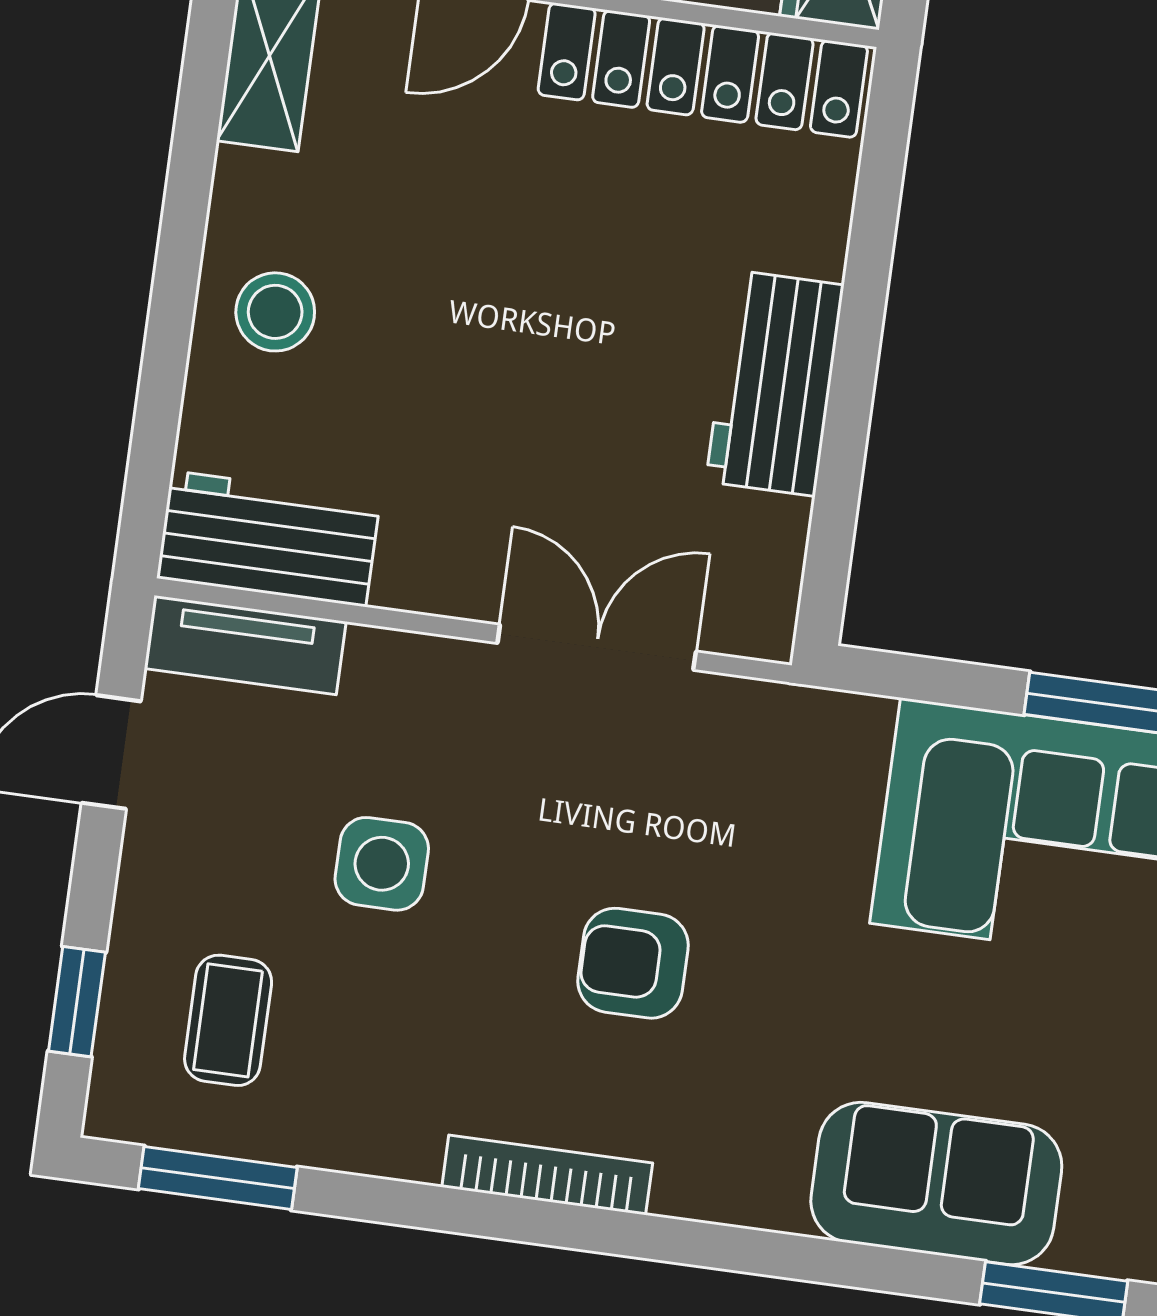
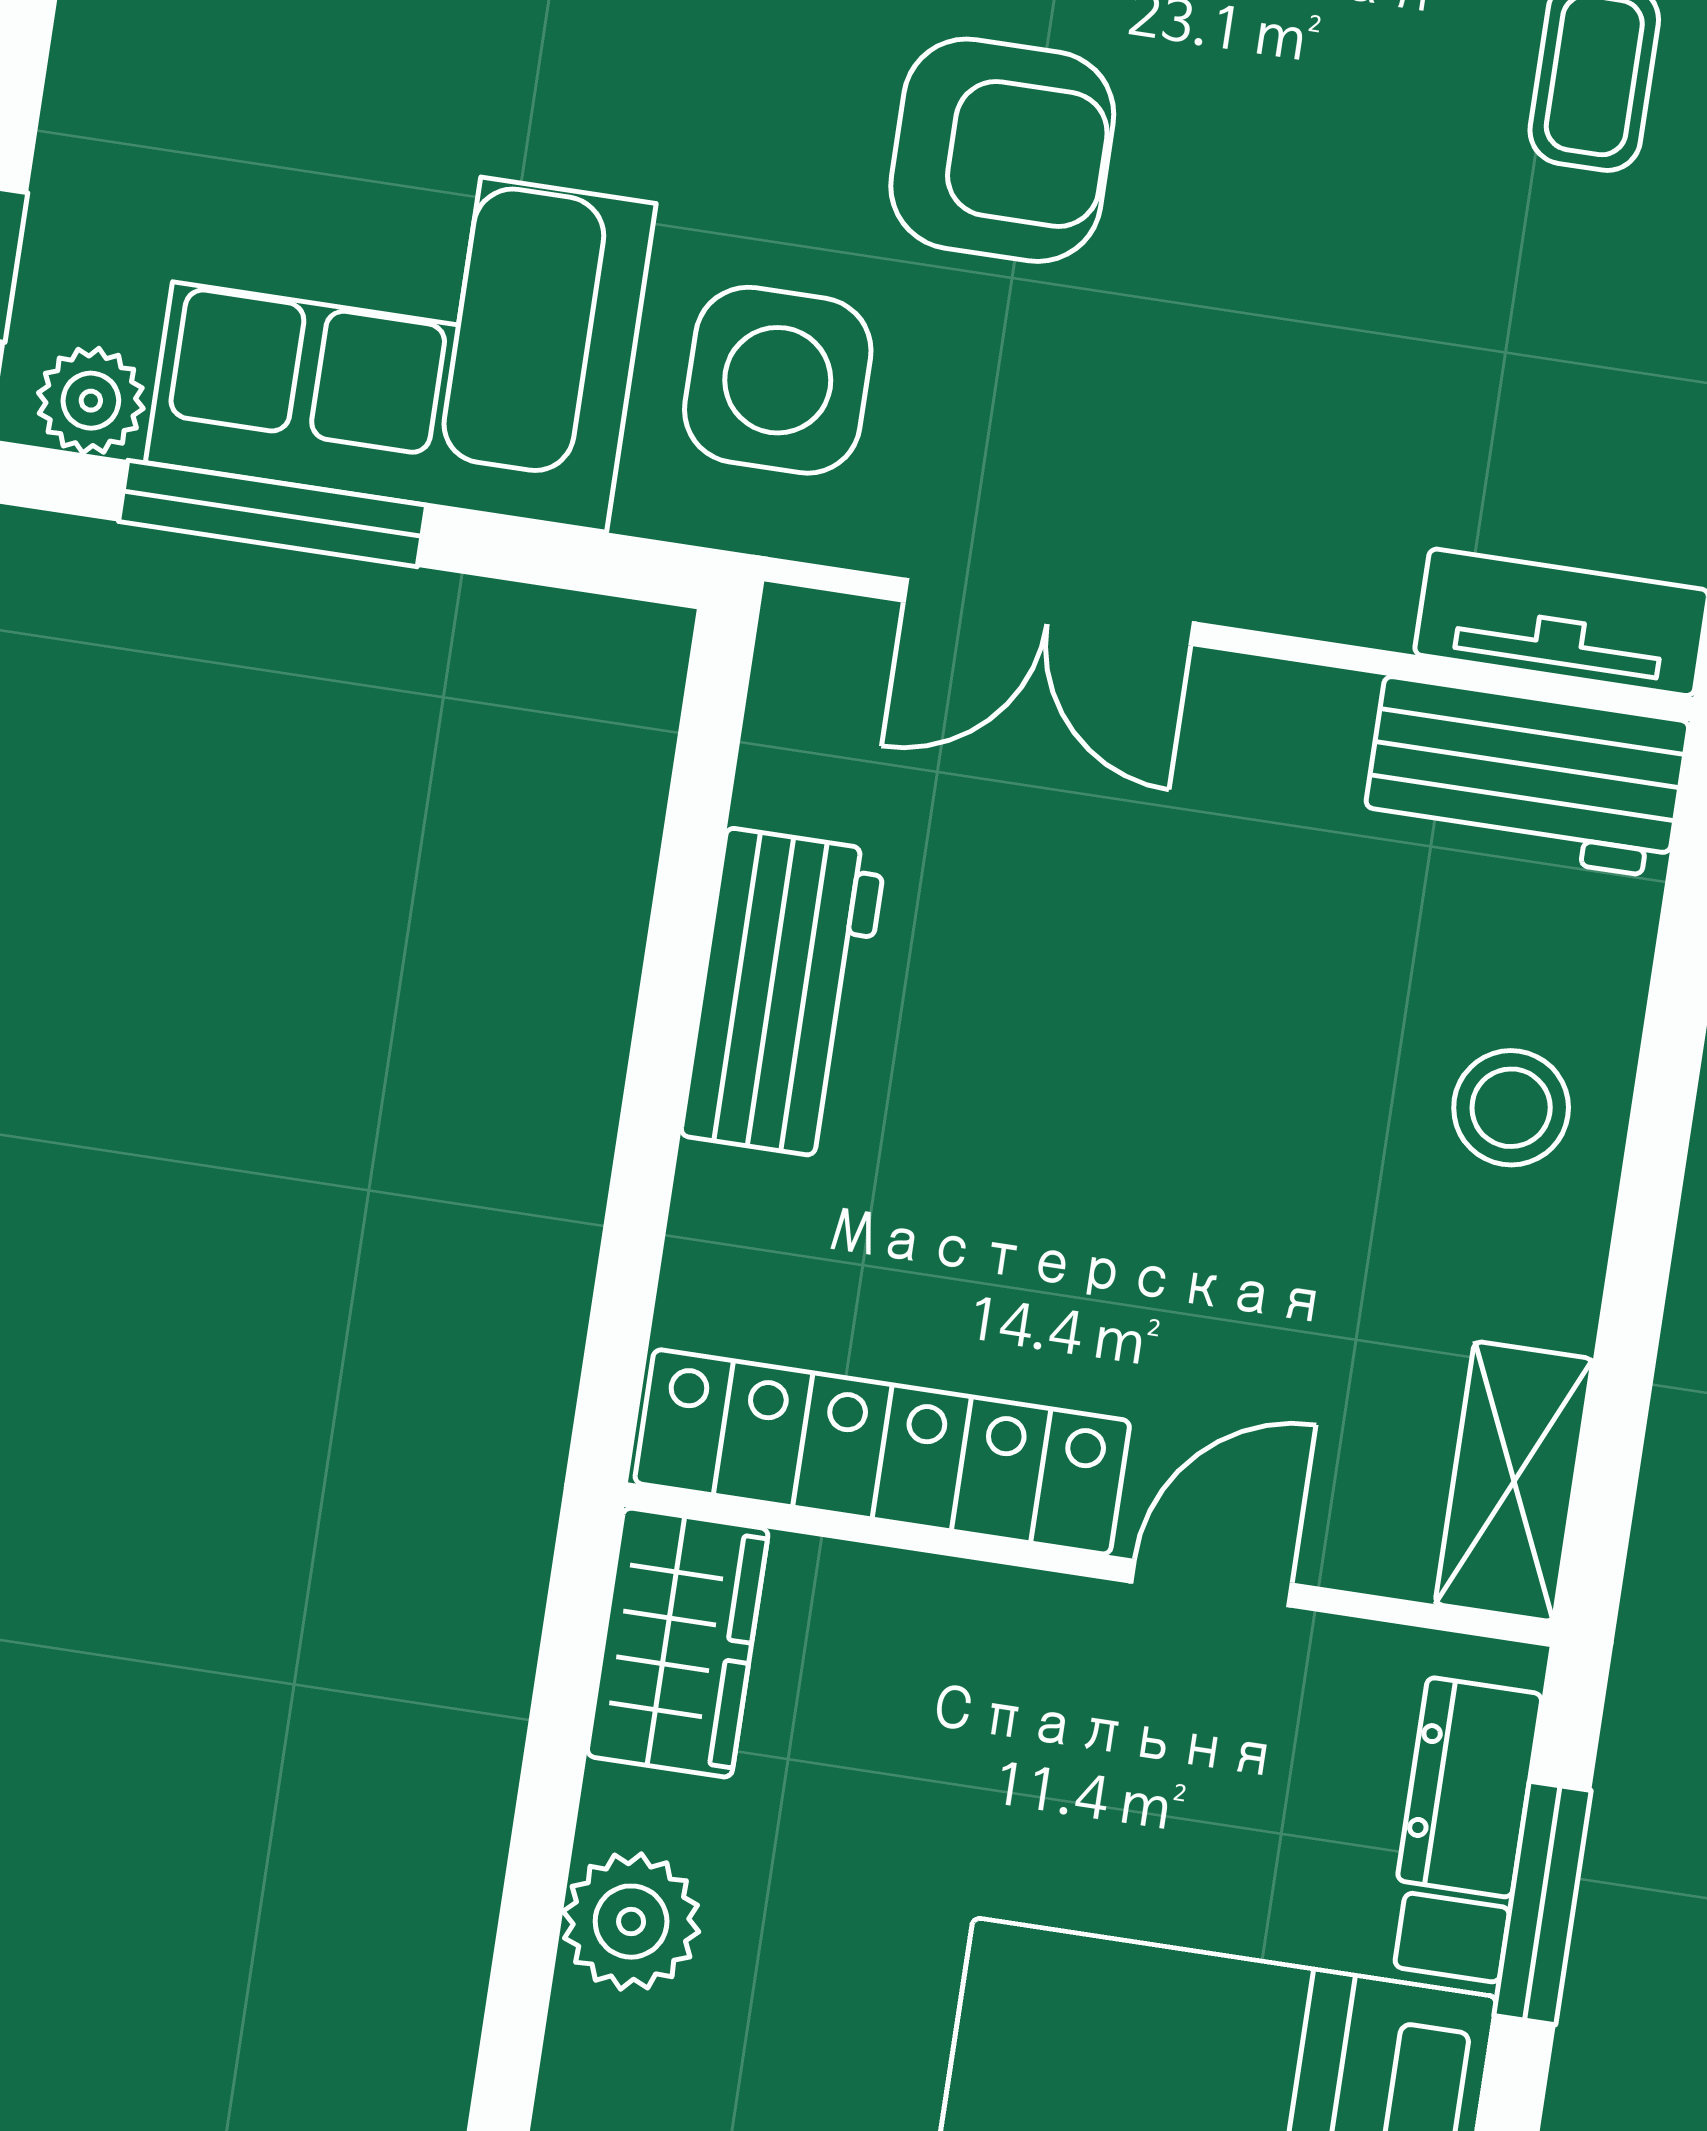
side table: (382, 864) -> (778, 380), moved, width x1.37, depth x1.37
armchair: (633, 963) -> (1002, 150), width x1.38, depth x1.38

